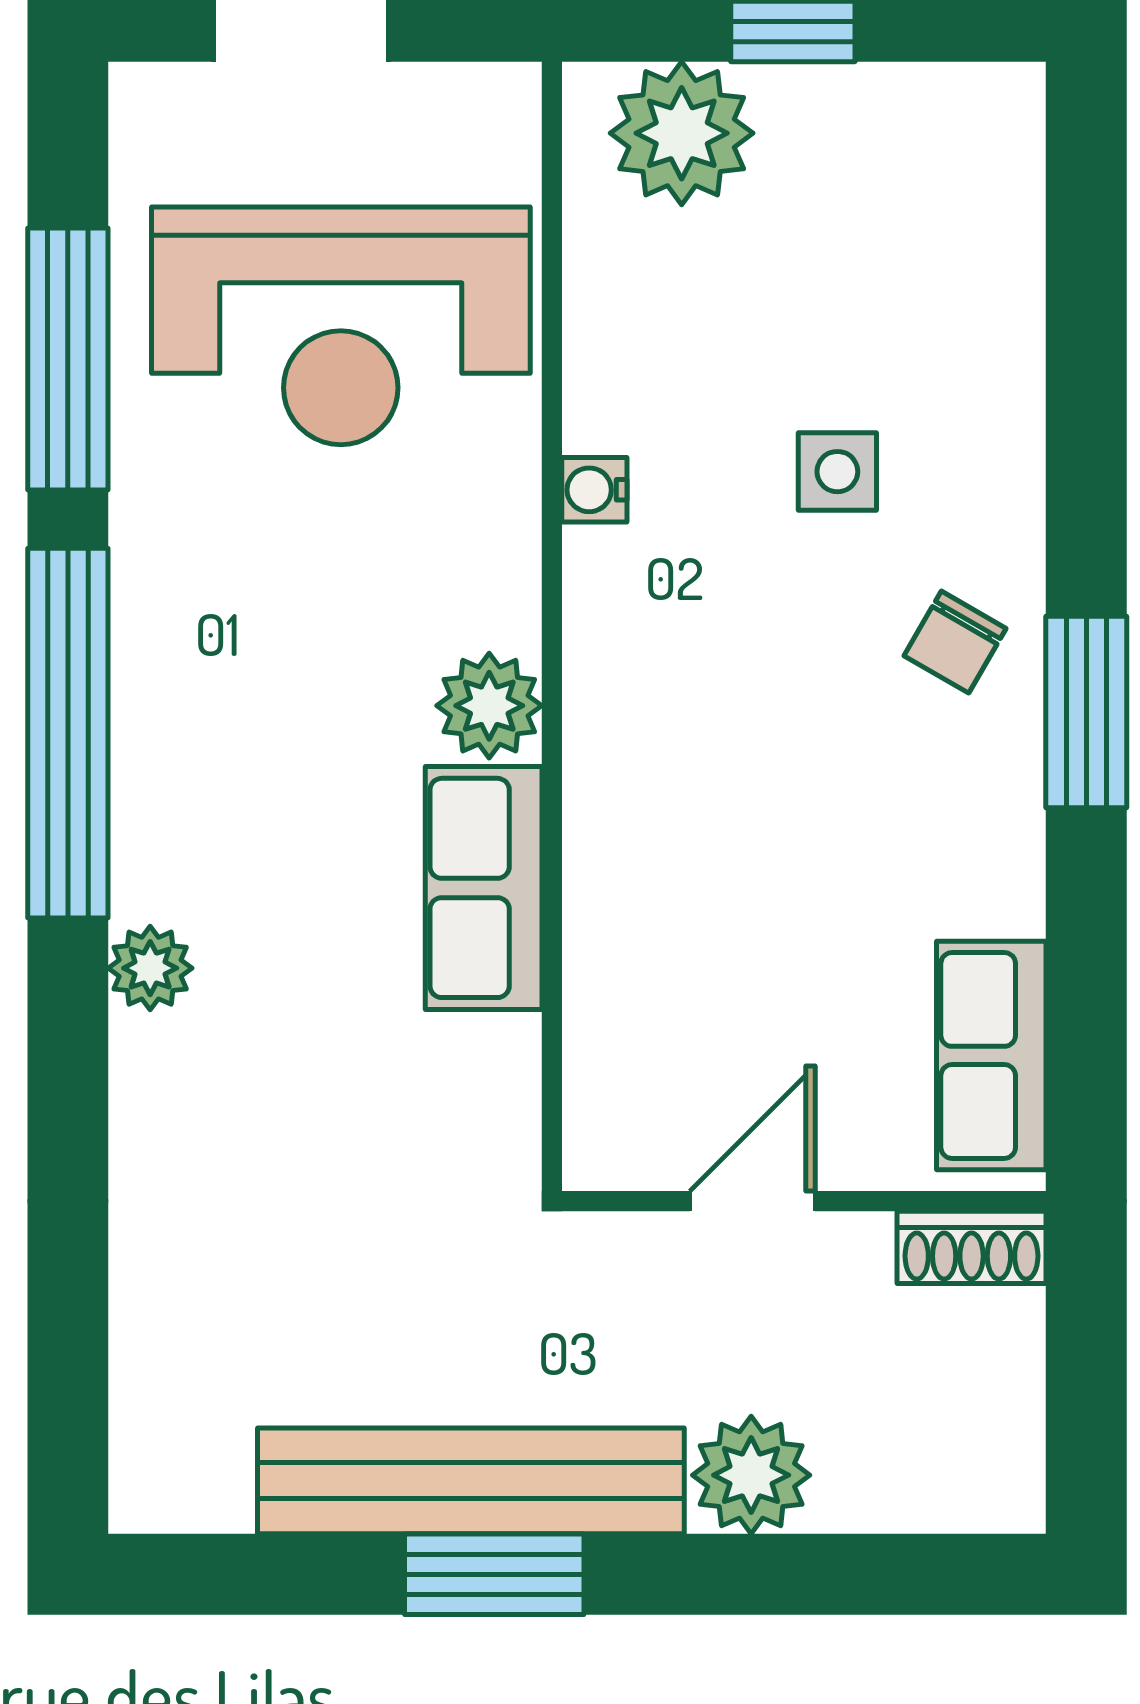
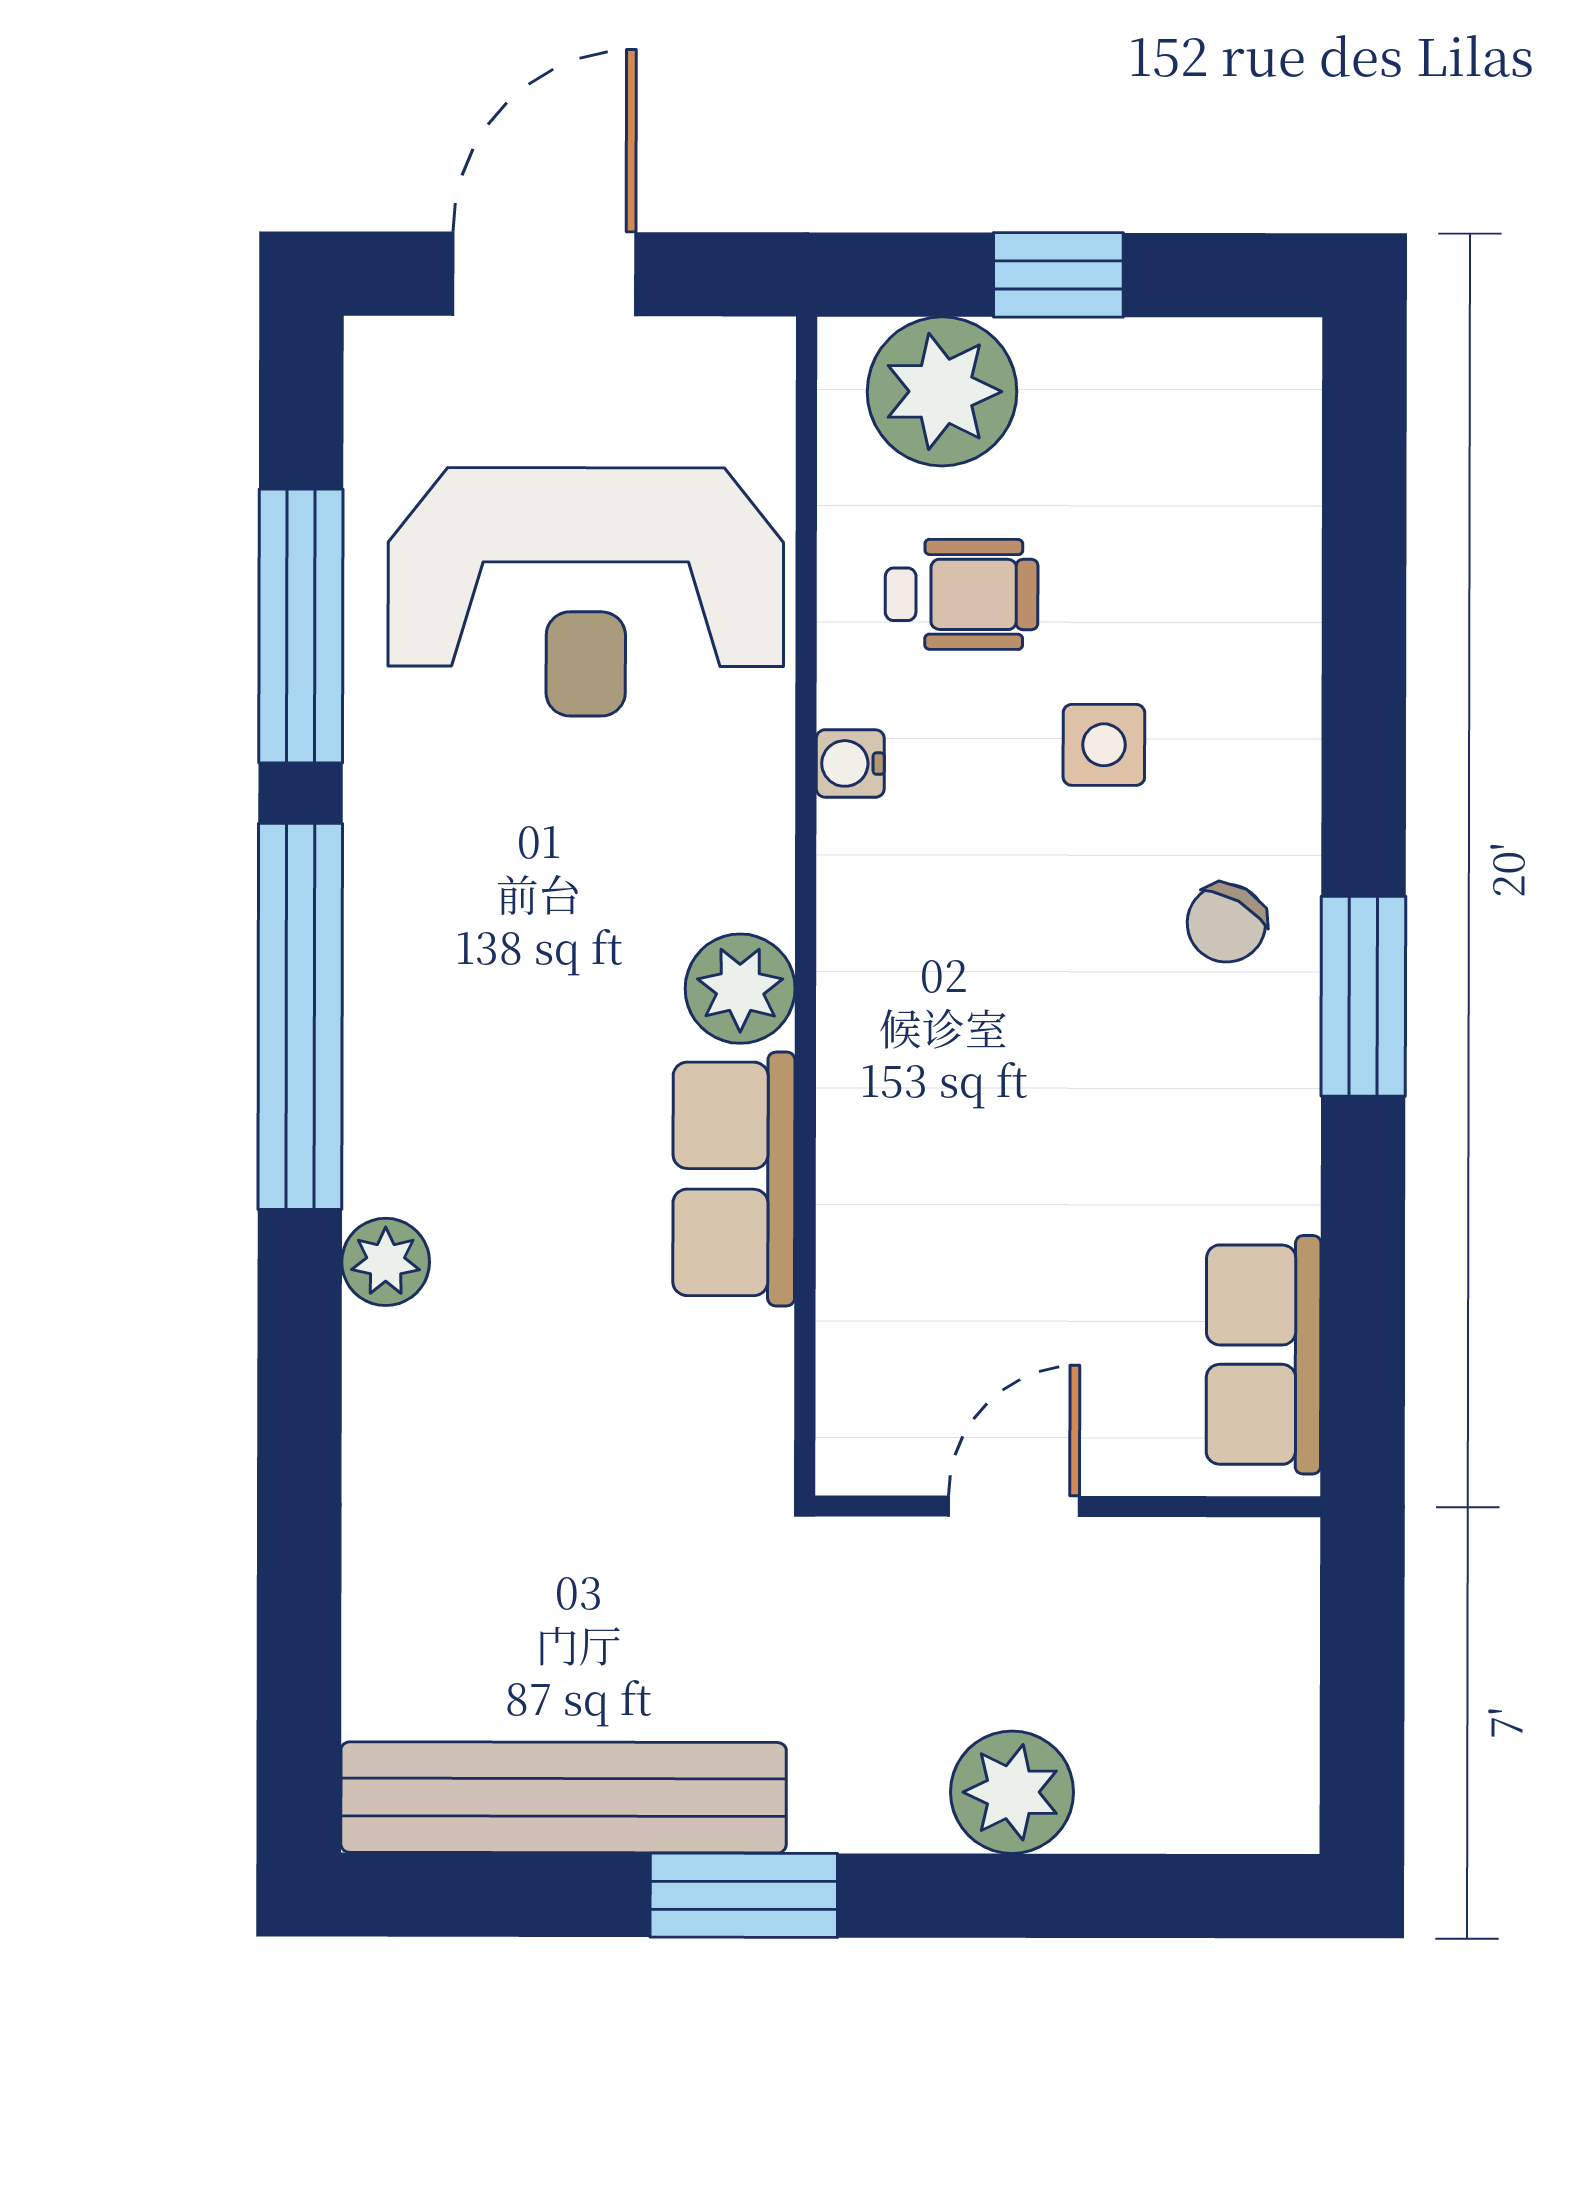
wheelchair: (701, 328) -> (962, 594), added
shoe rack: (972, 1247) -> (1243, 1555), removed
bench: (471, 1481) -> (564, 1797), moved

